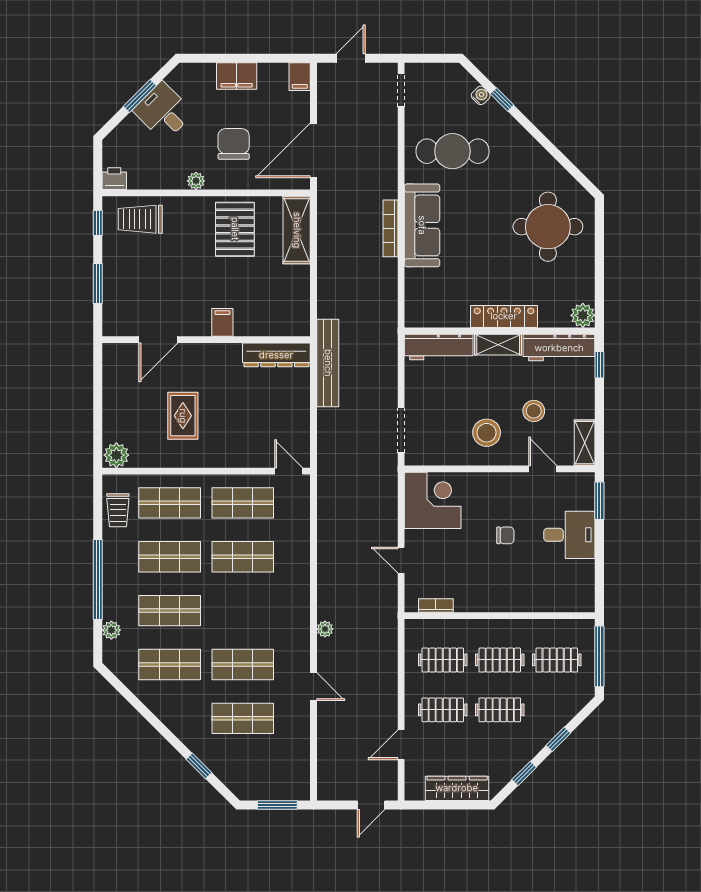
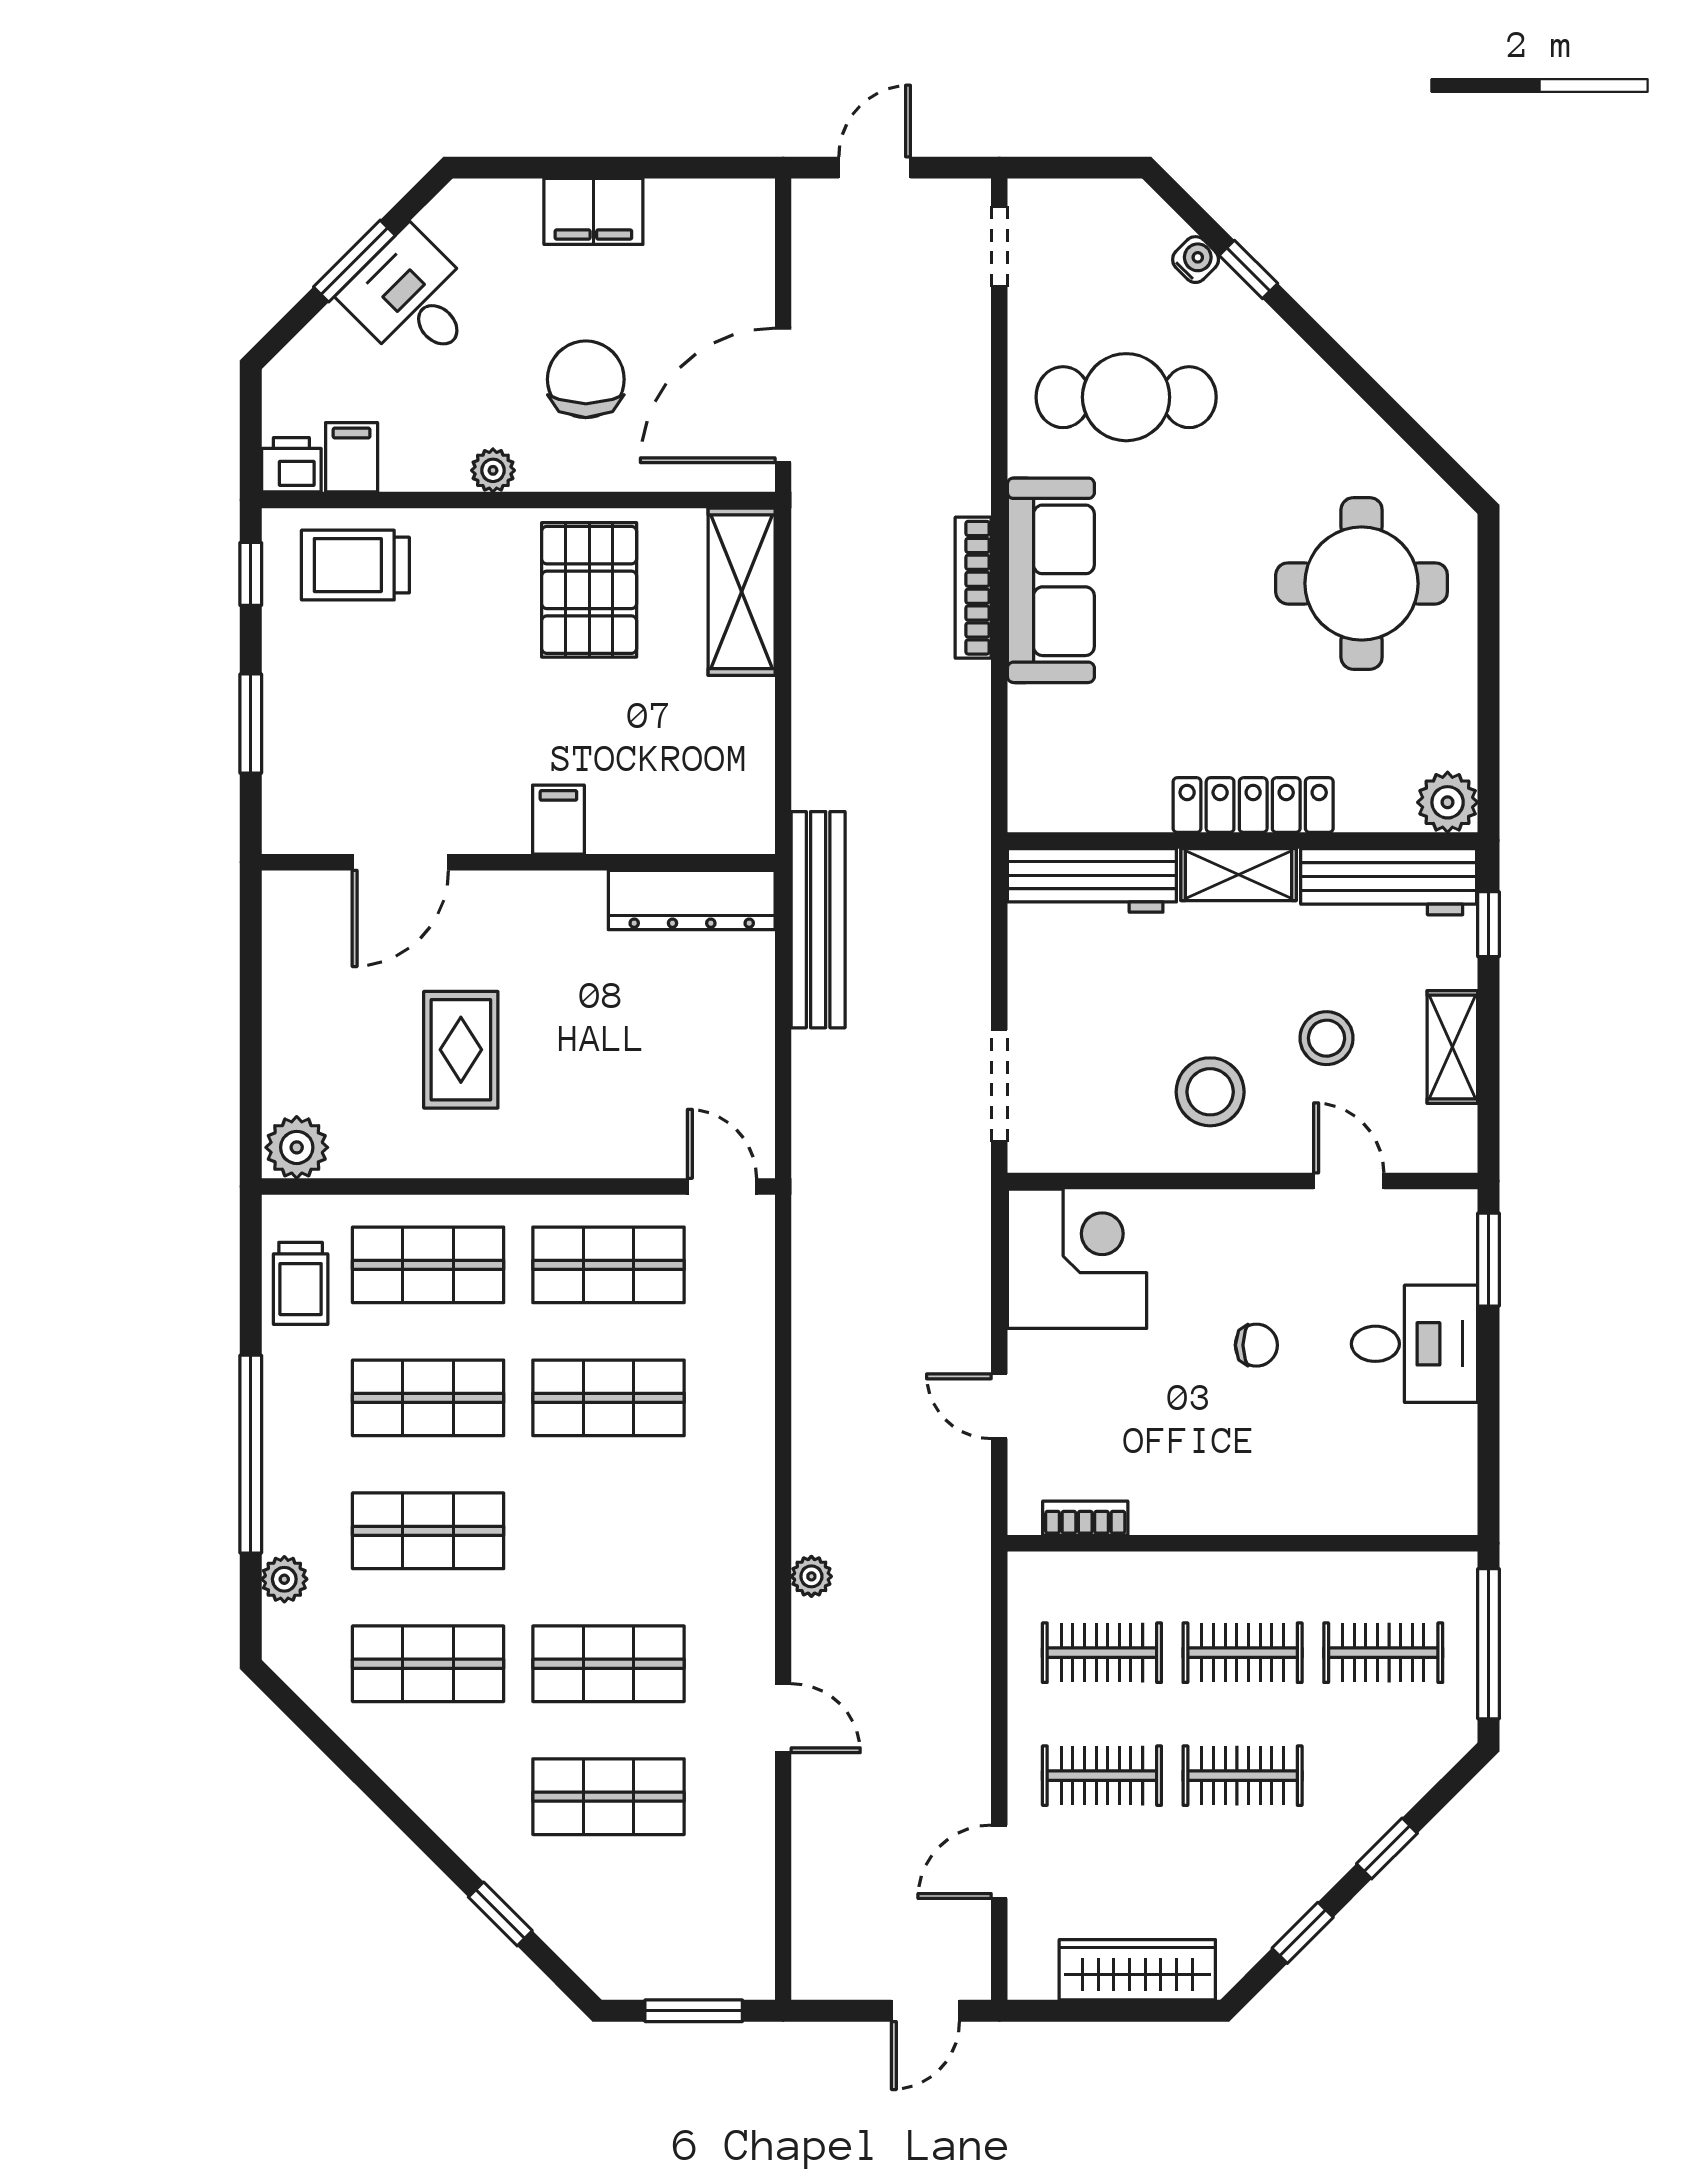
filing cabinet: (300, 77) -> (352, 457), moved, turned 180
shelving: (585, 443) -> (1452, 1047), moved

